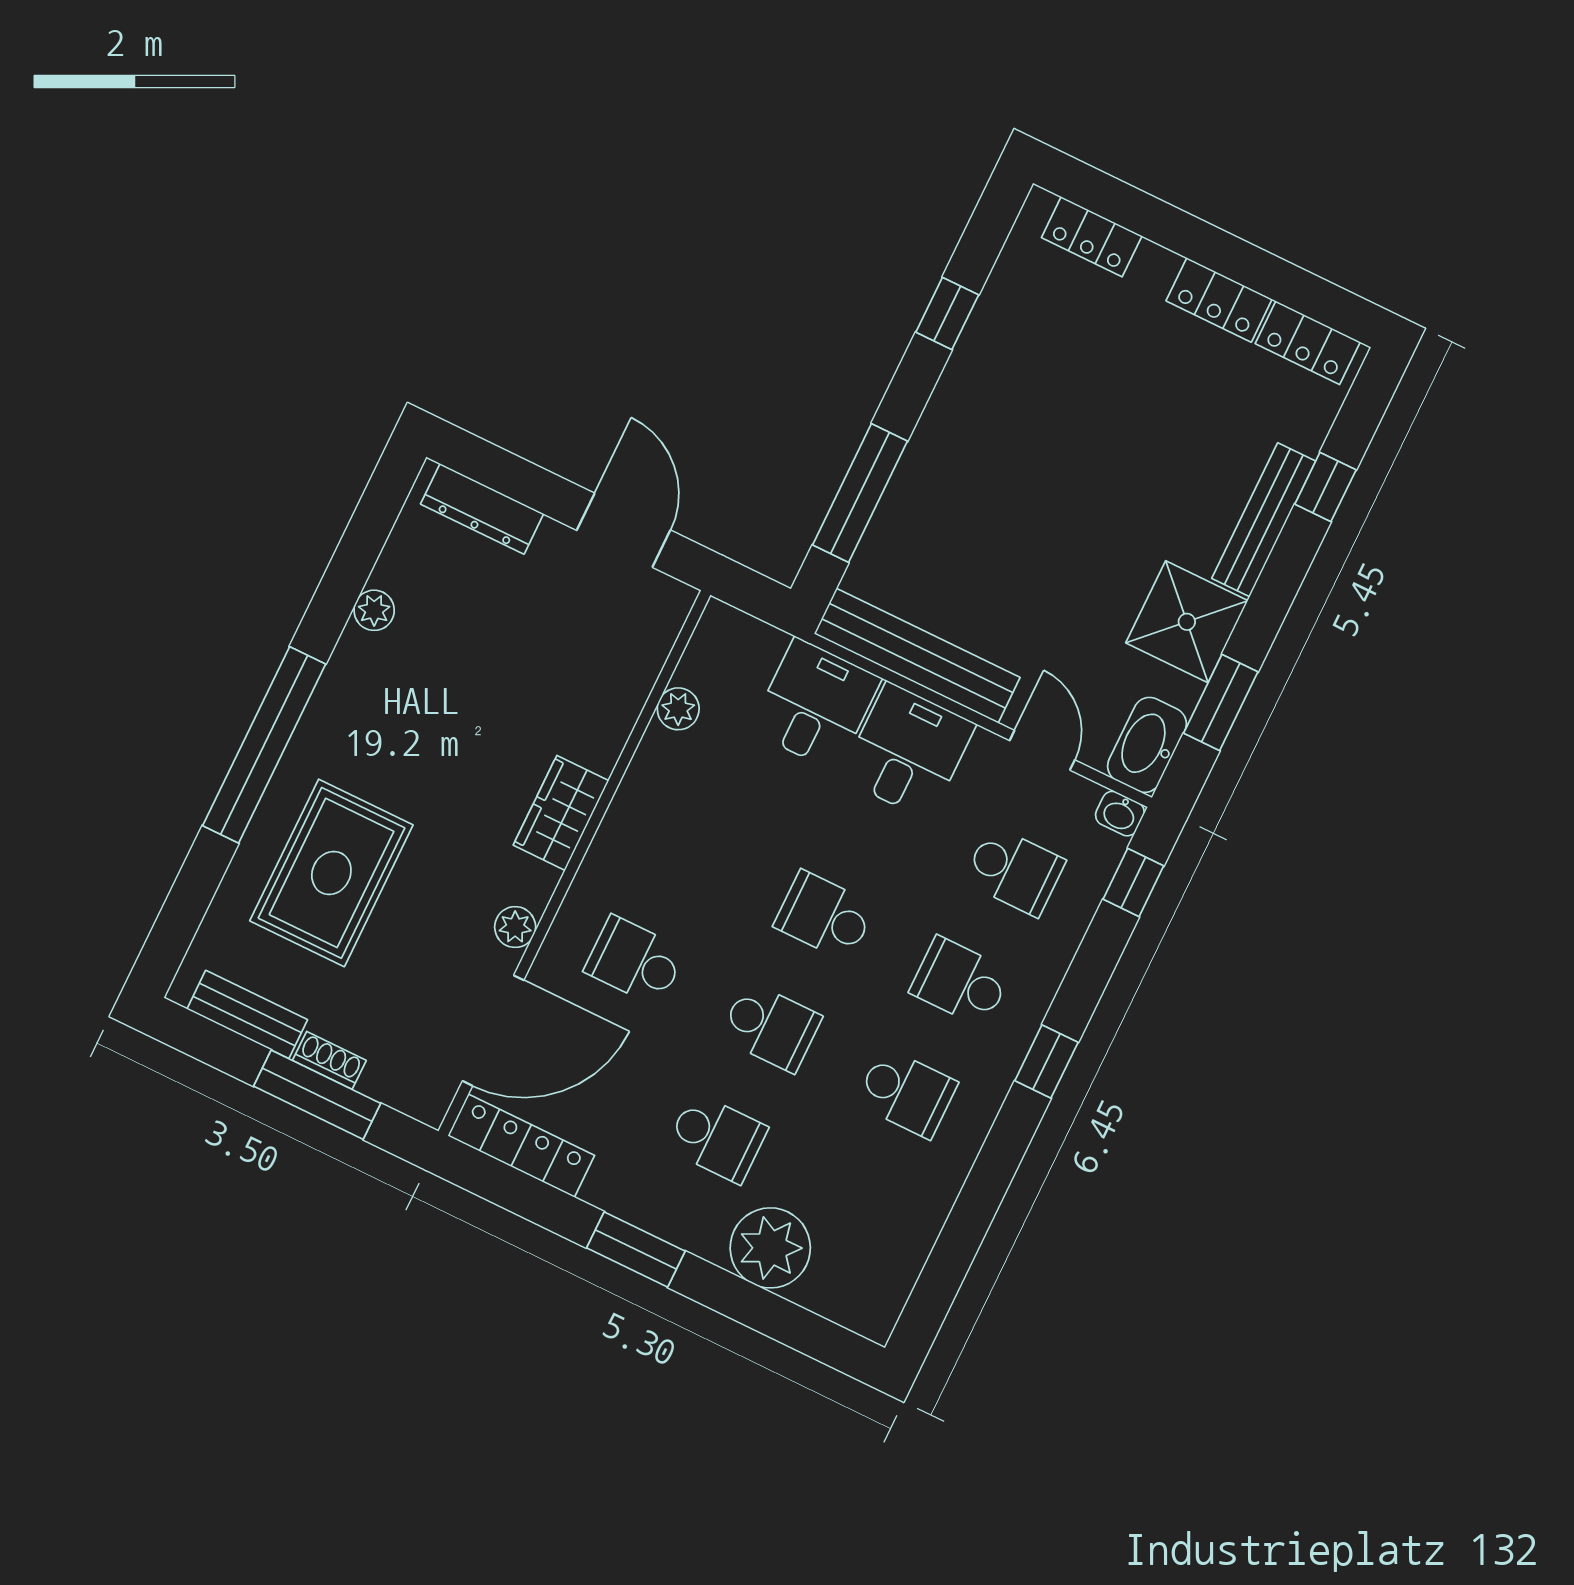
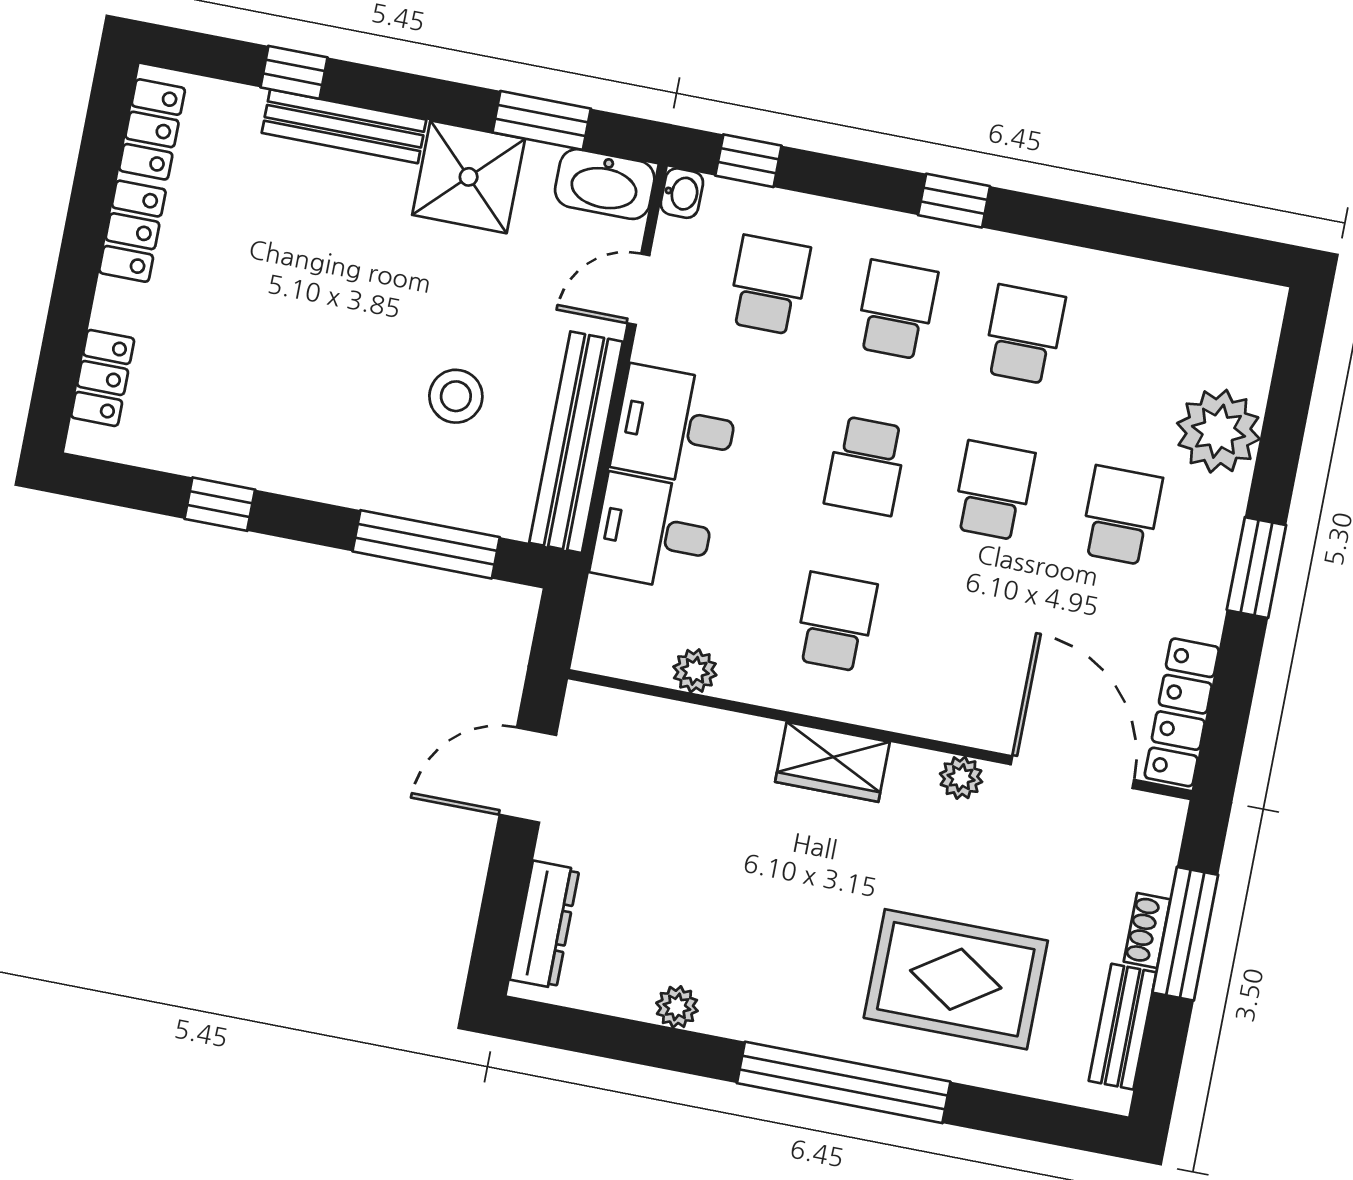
stool: (989, 557) -> (456, 396), added
school desk: (635, 961) -> (836, 622), moved, turned 180
school desk: (960, 982) -> (896, 310), turned 180

